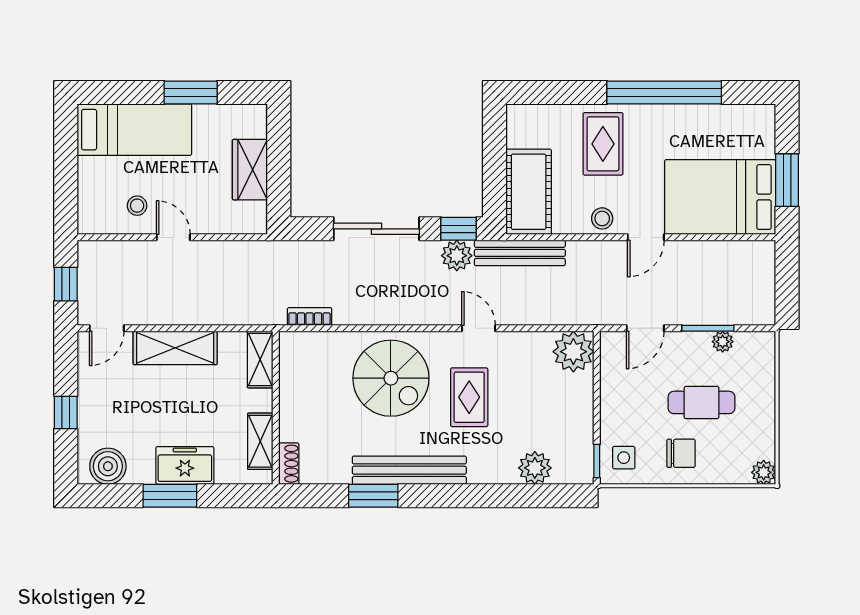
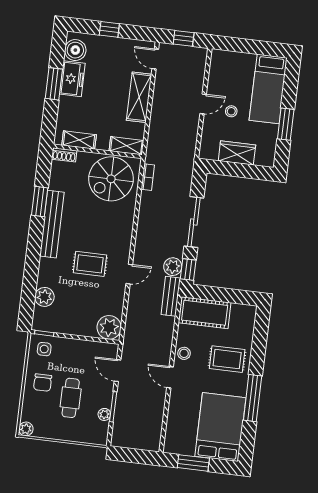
window: (664, 92) -> (253, 398), width x0.68
bed: (720, 197) -> (220, 427), moved
stool: (137, 206) -> (231, 111), moved
bench: (520, 253) -> (171, 296), width x0.73
spiral stairs: (391, 378) -> (111, 179), moved
freezer: (185, 466) -> (72, 79), moved

